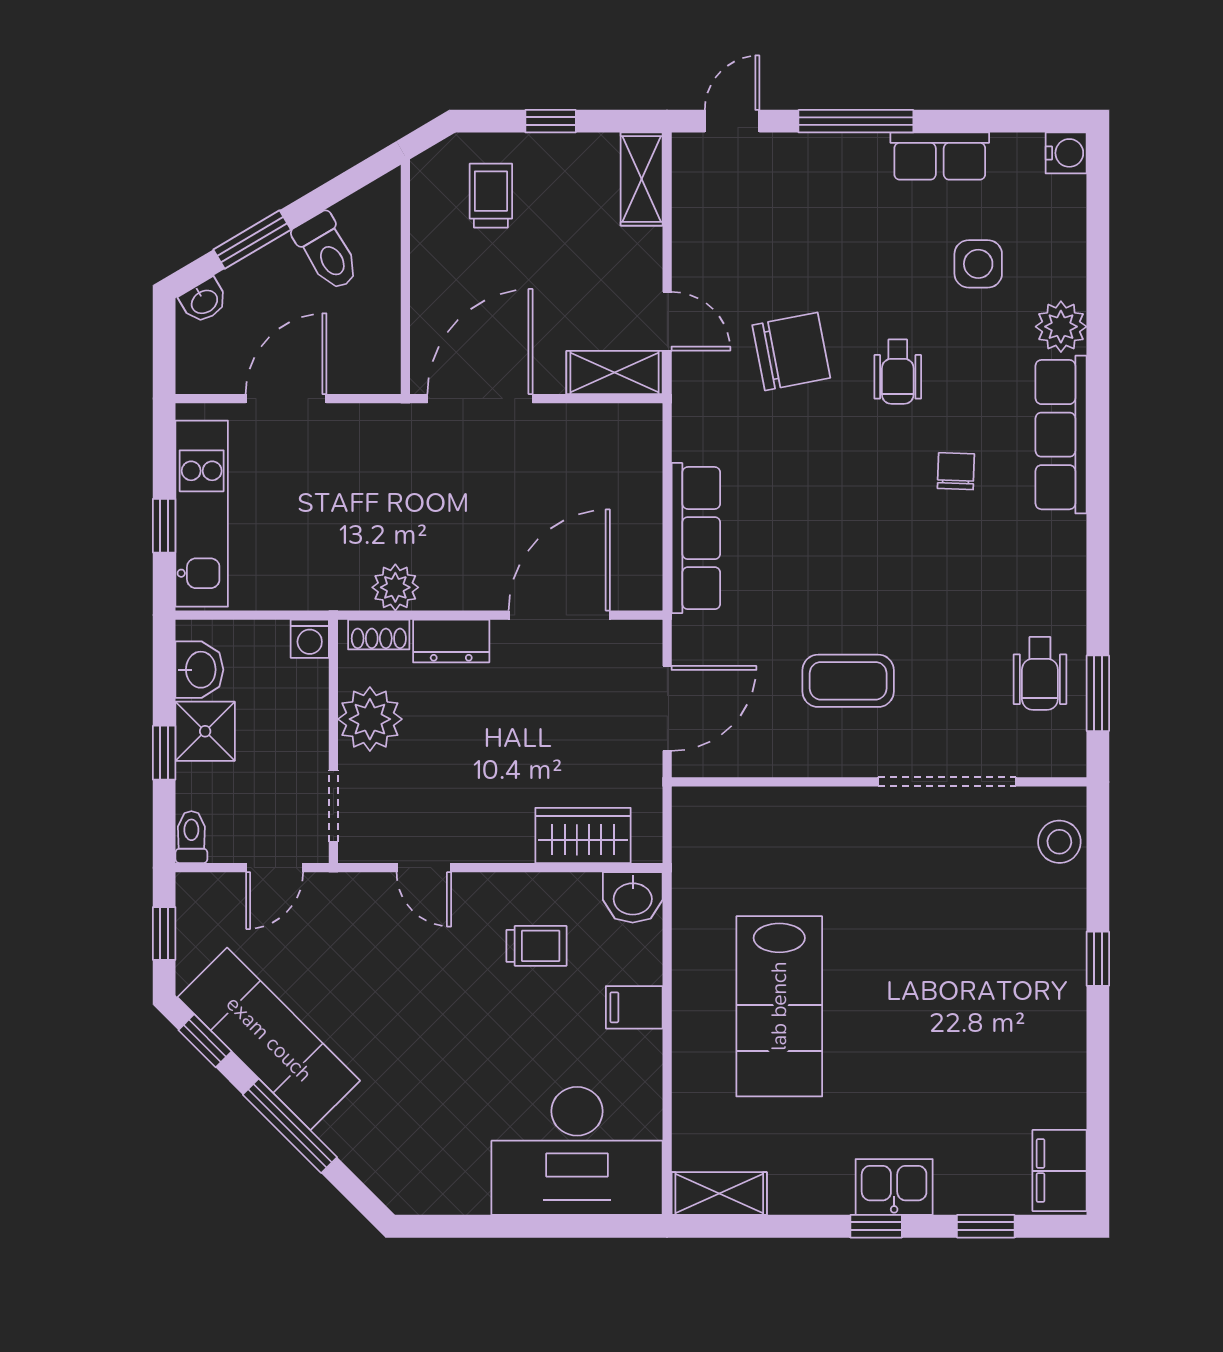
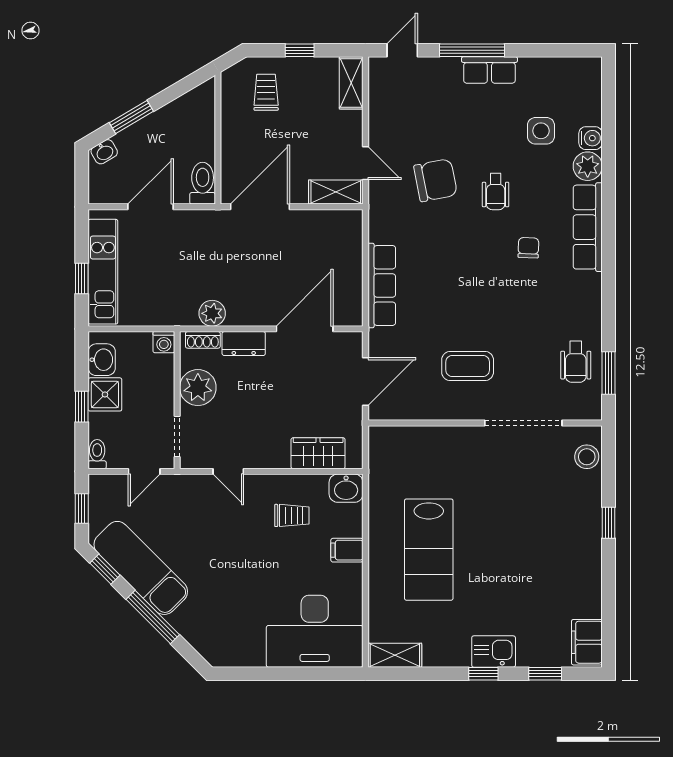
water cooler: (1066, 153) -> (591, 138), moved
row of seats: (940, 156) -> (489, 70), moved
toilet: (327, 252) -> (203, 183), moved, turned -149

